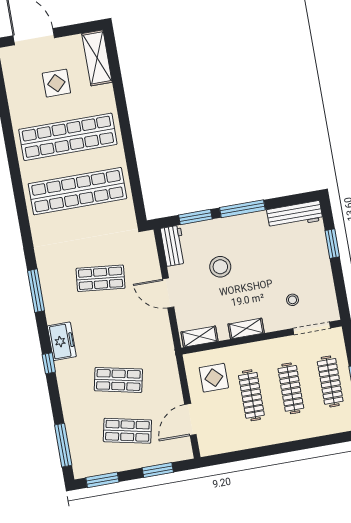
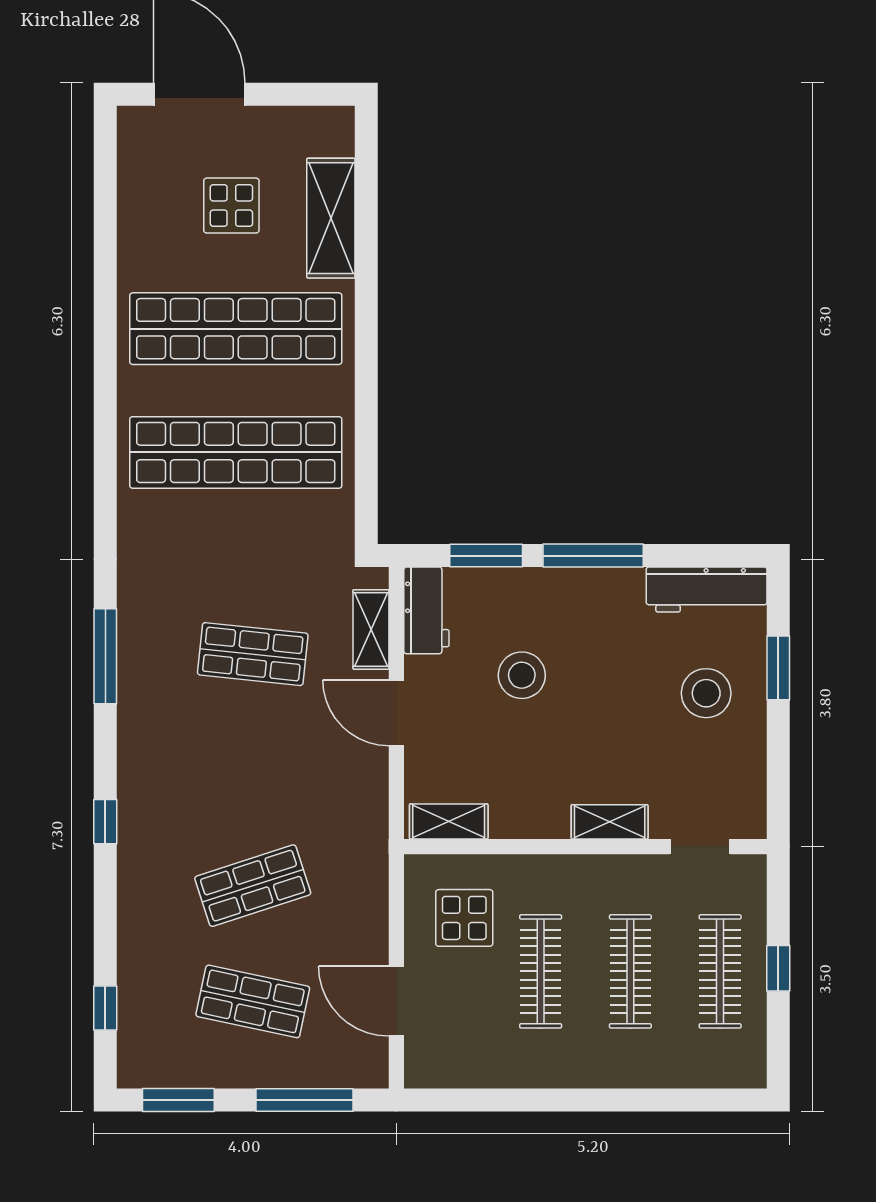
shelving: (97, 58) -> (331, 218), moved
shelving: (150, 258) -> (371, 629), added
stool: (292, 300) -> (706, 693), moved, width x1.89, depth x1.89
doorway: (312, 328) -> (700, 847), width x0.73
shelving: (246, 329) -> (610, 822), moved
freezer: (62, 341) -> (143, 778), removed
shop shelf: (118, 380) -> (253, 886), turned -30
door: (190, 420) -> (396, 1001), hinge flipped
window: (63, 445) -> (105, 1008), width x0.46
window: (158, 470) -> (305, 1100), width x1.44

